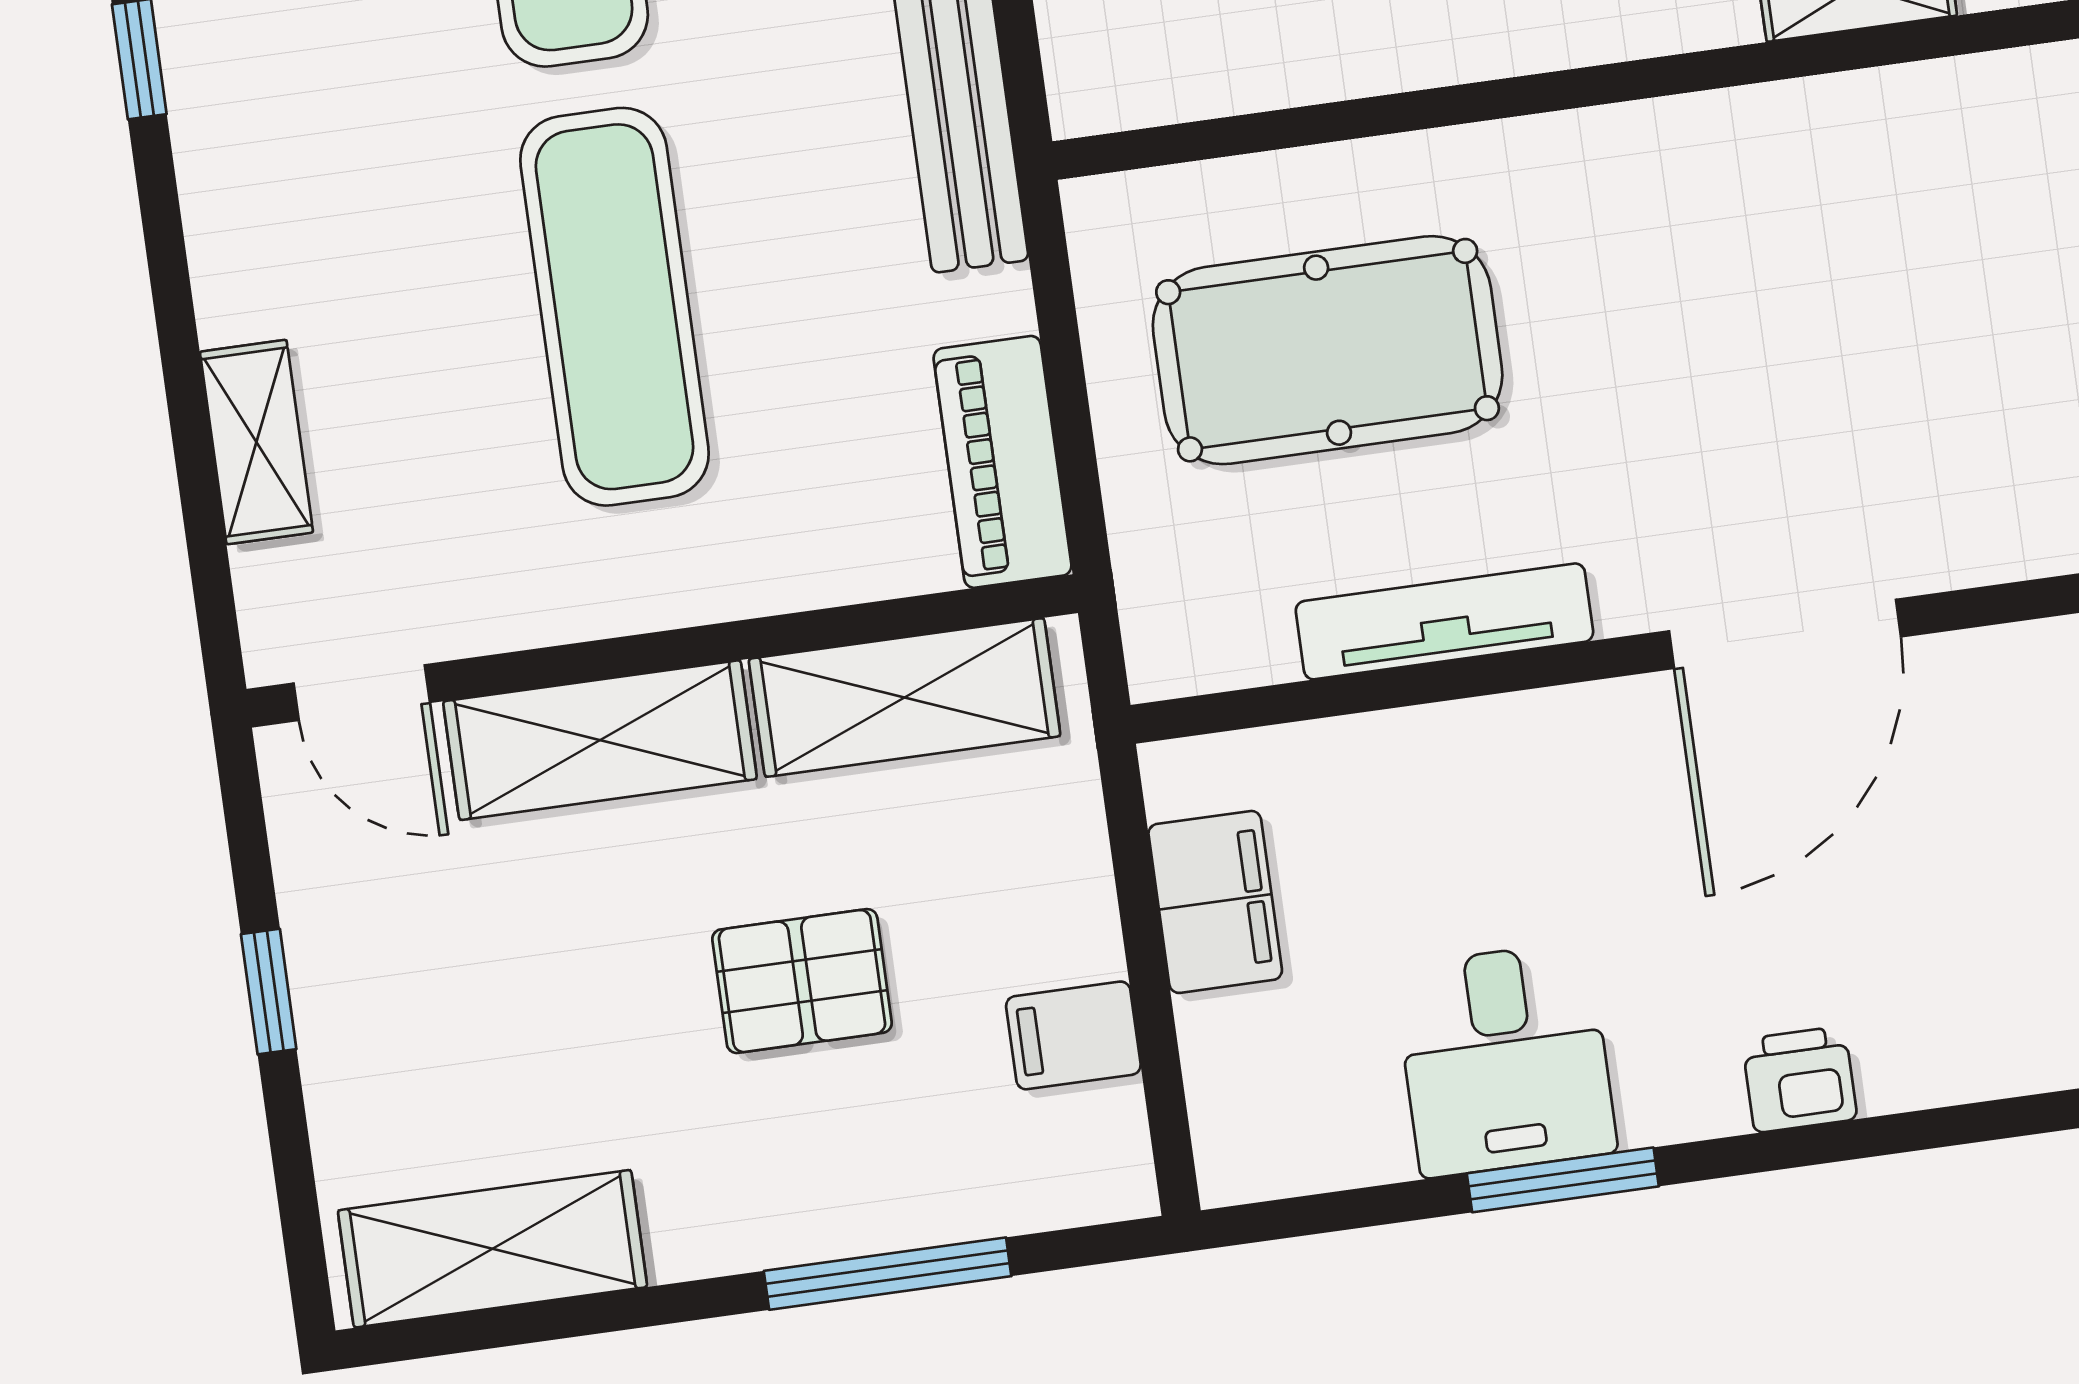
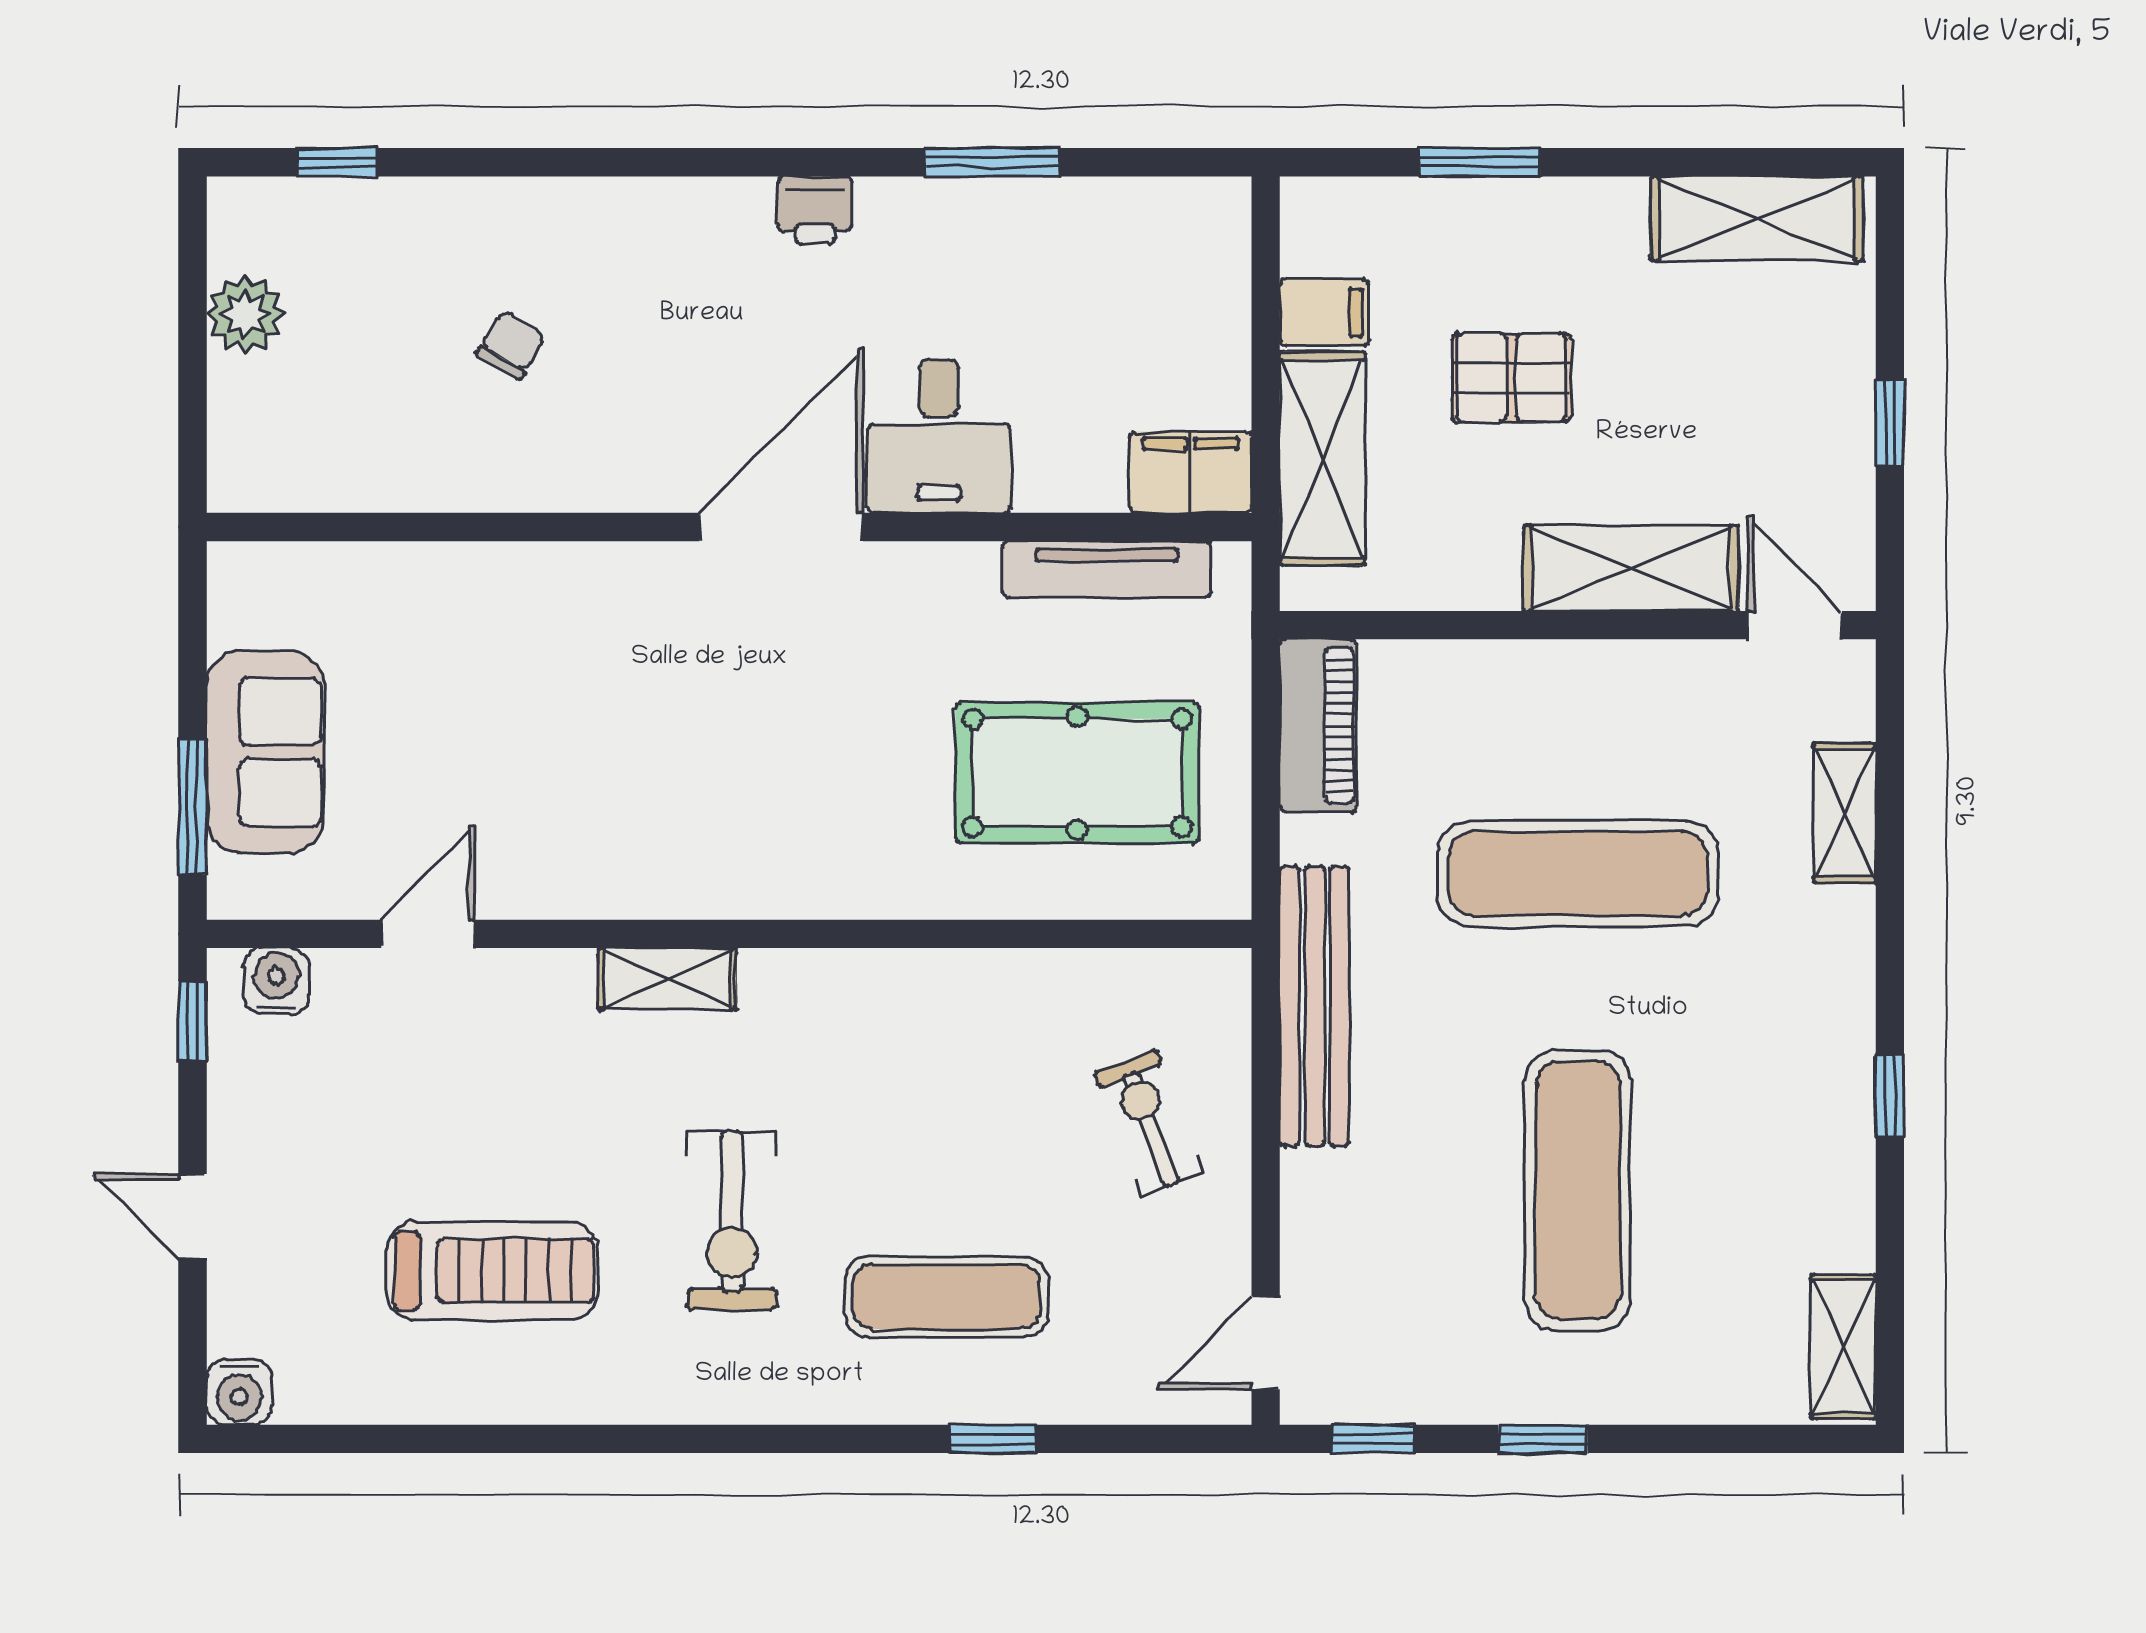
exercise mat: (615, 307) -> (1578, 874), turned 90
tv unit: (1444, 621) -> (1107, 569), moved
shelving: (905, 697) -> (1322, 459), moved, turned 90
filing cabinet: (1215, 902) -> (1191, 472), moved, turned 90
desk: (1505, 1059) -> (939, 436), moved, turned 180
window: (888, 1274) -> (1479, 162), width x0.69

